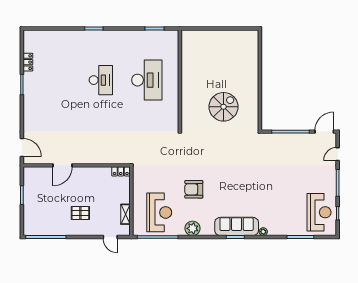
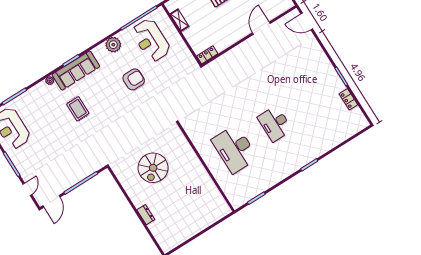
dresser: (254, 72) -> (146, 215), added
rug: (255, 194) -> (78, 109), added

